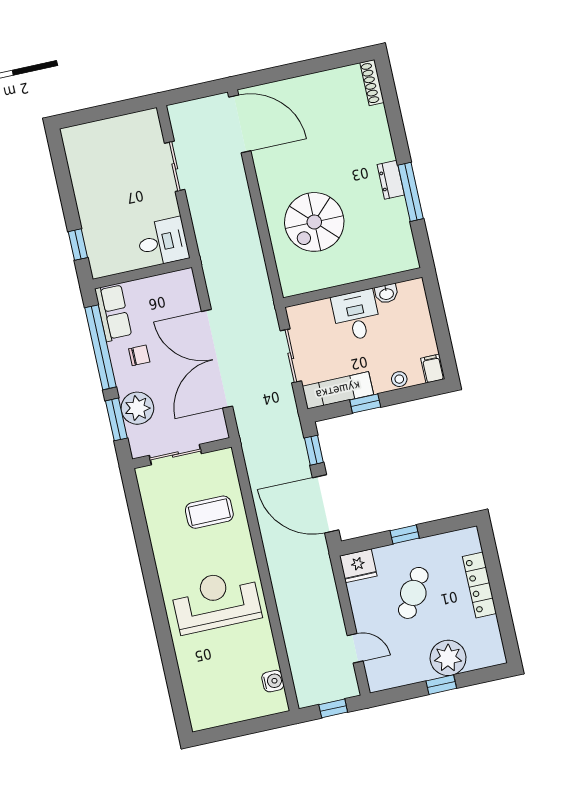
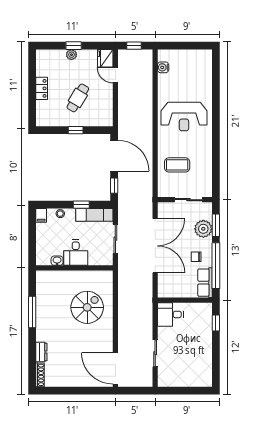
dresser: (391, 180) -> (41, 352), moved
fridge: (358, 566) -> (105, 58), moved, turned -90
locker: (479, 585) -> (42, 88), width x0.66
plant: (448, 658) -> (71, 55), width x0.53, depth x0.53

